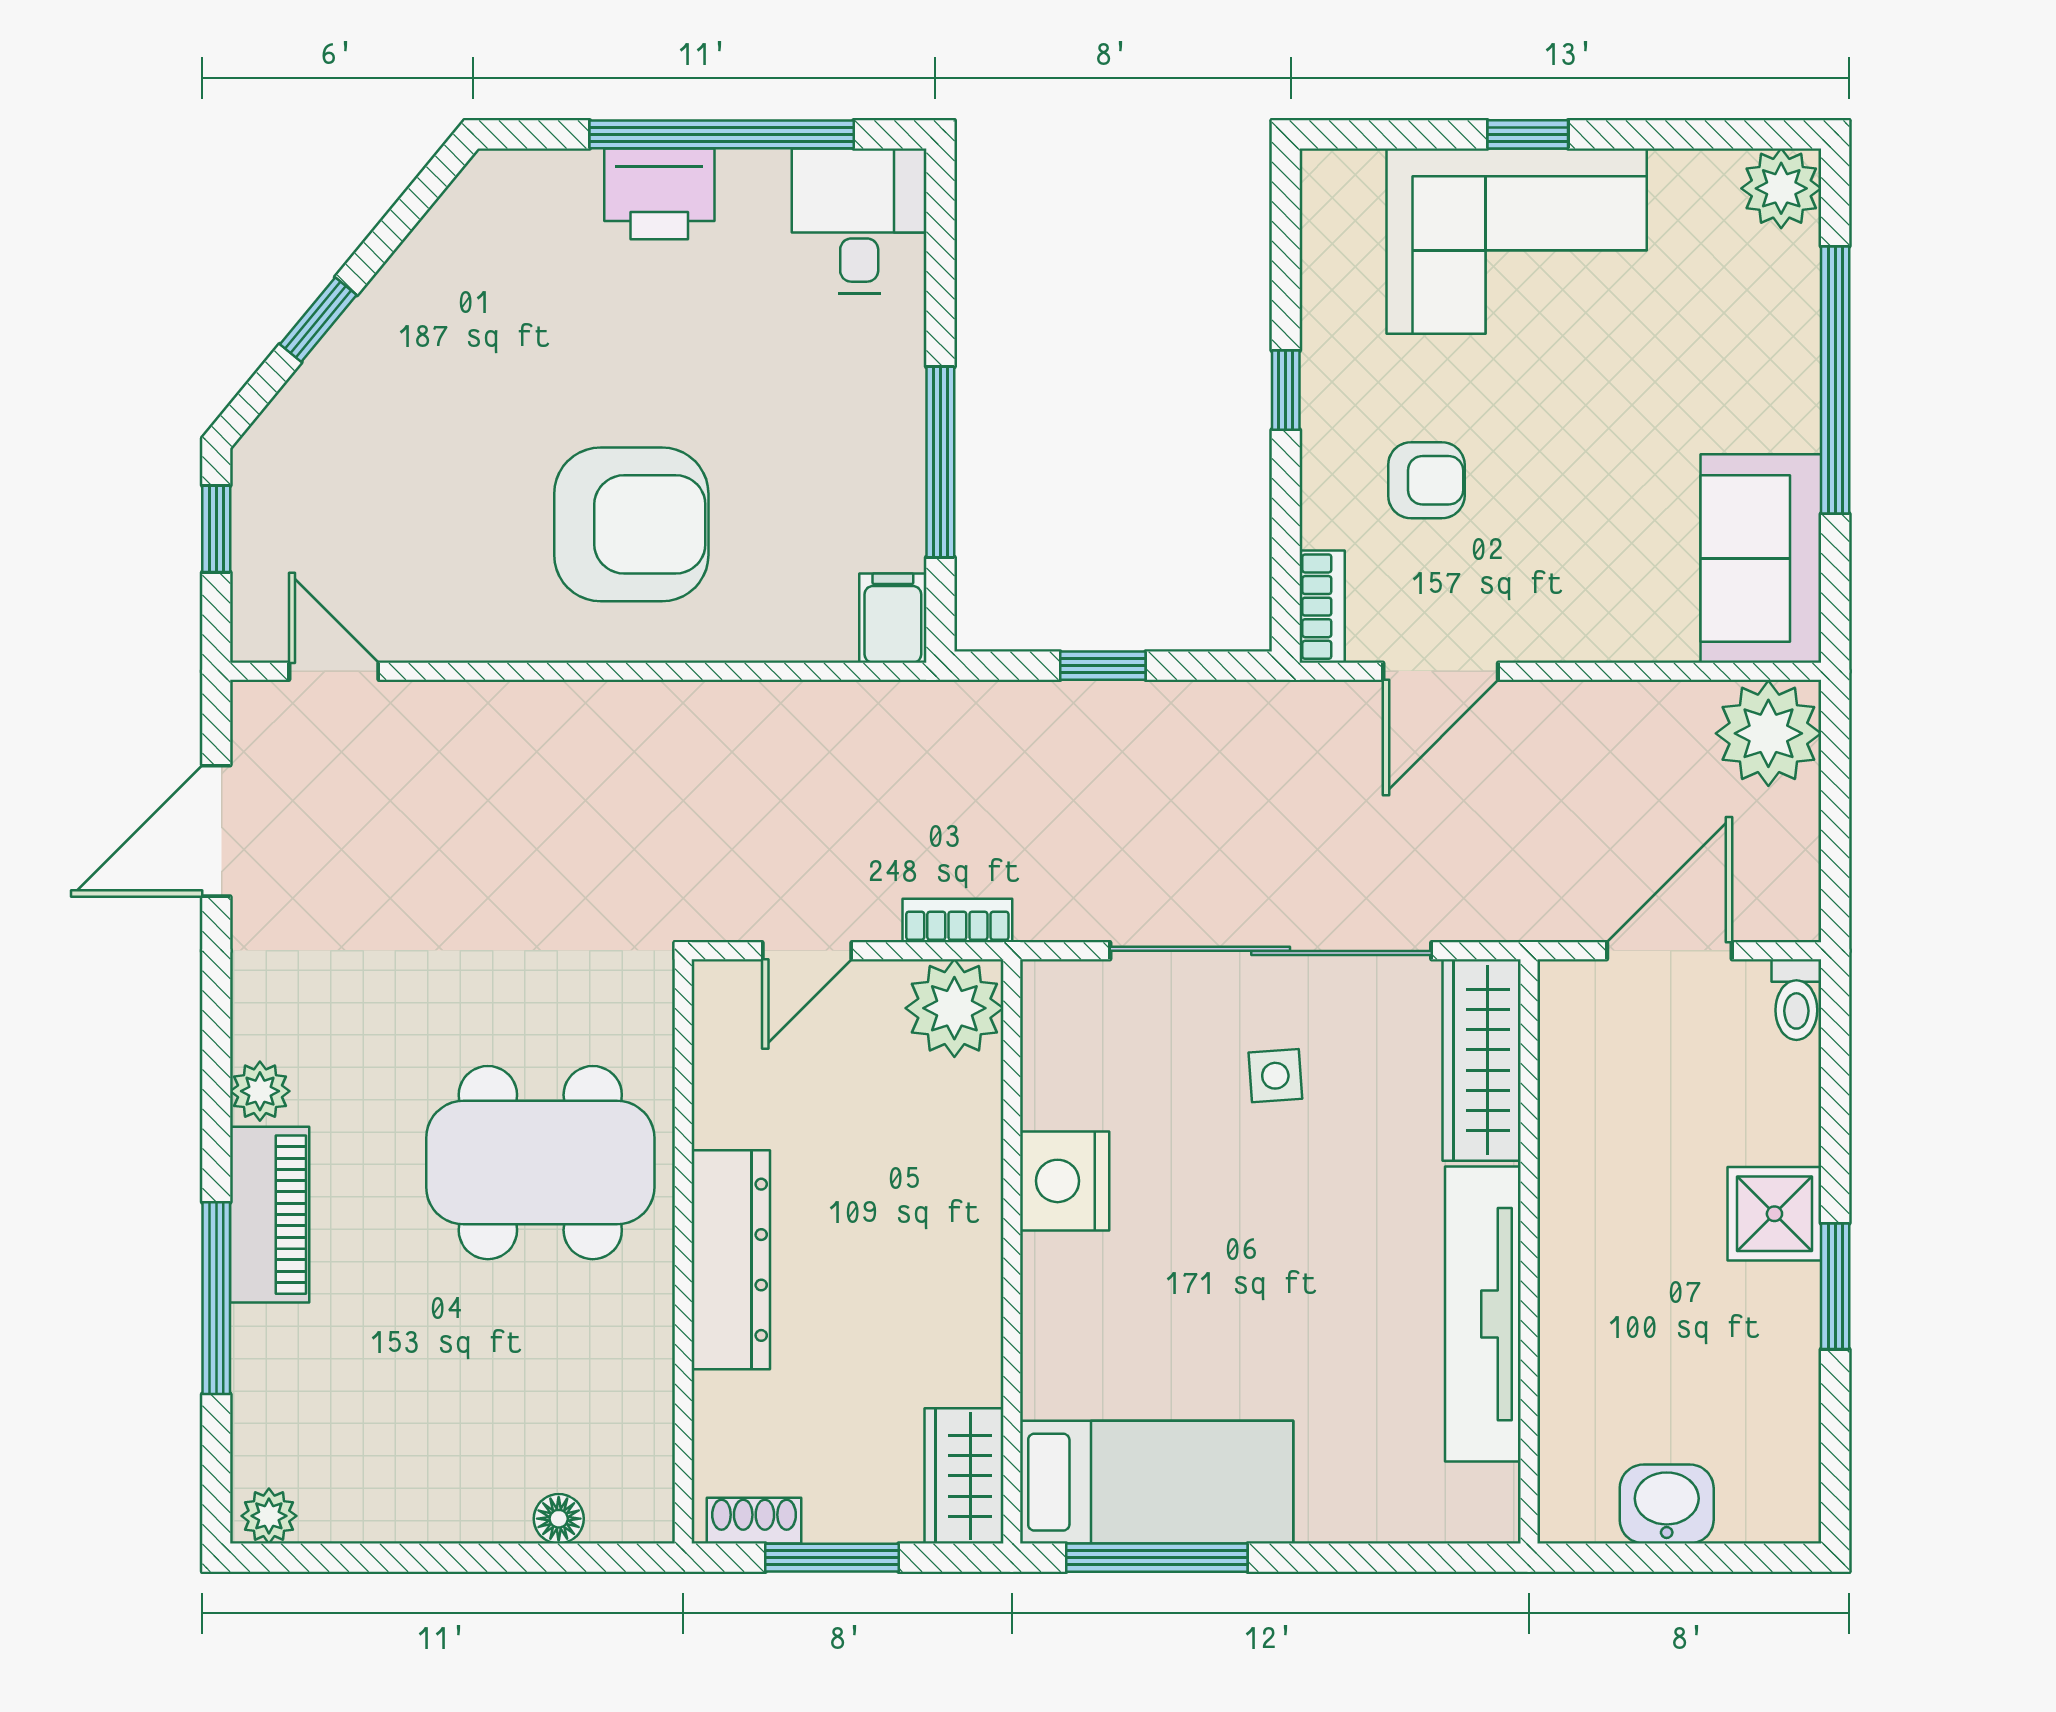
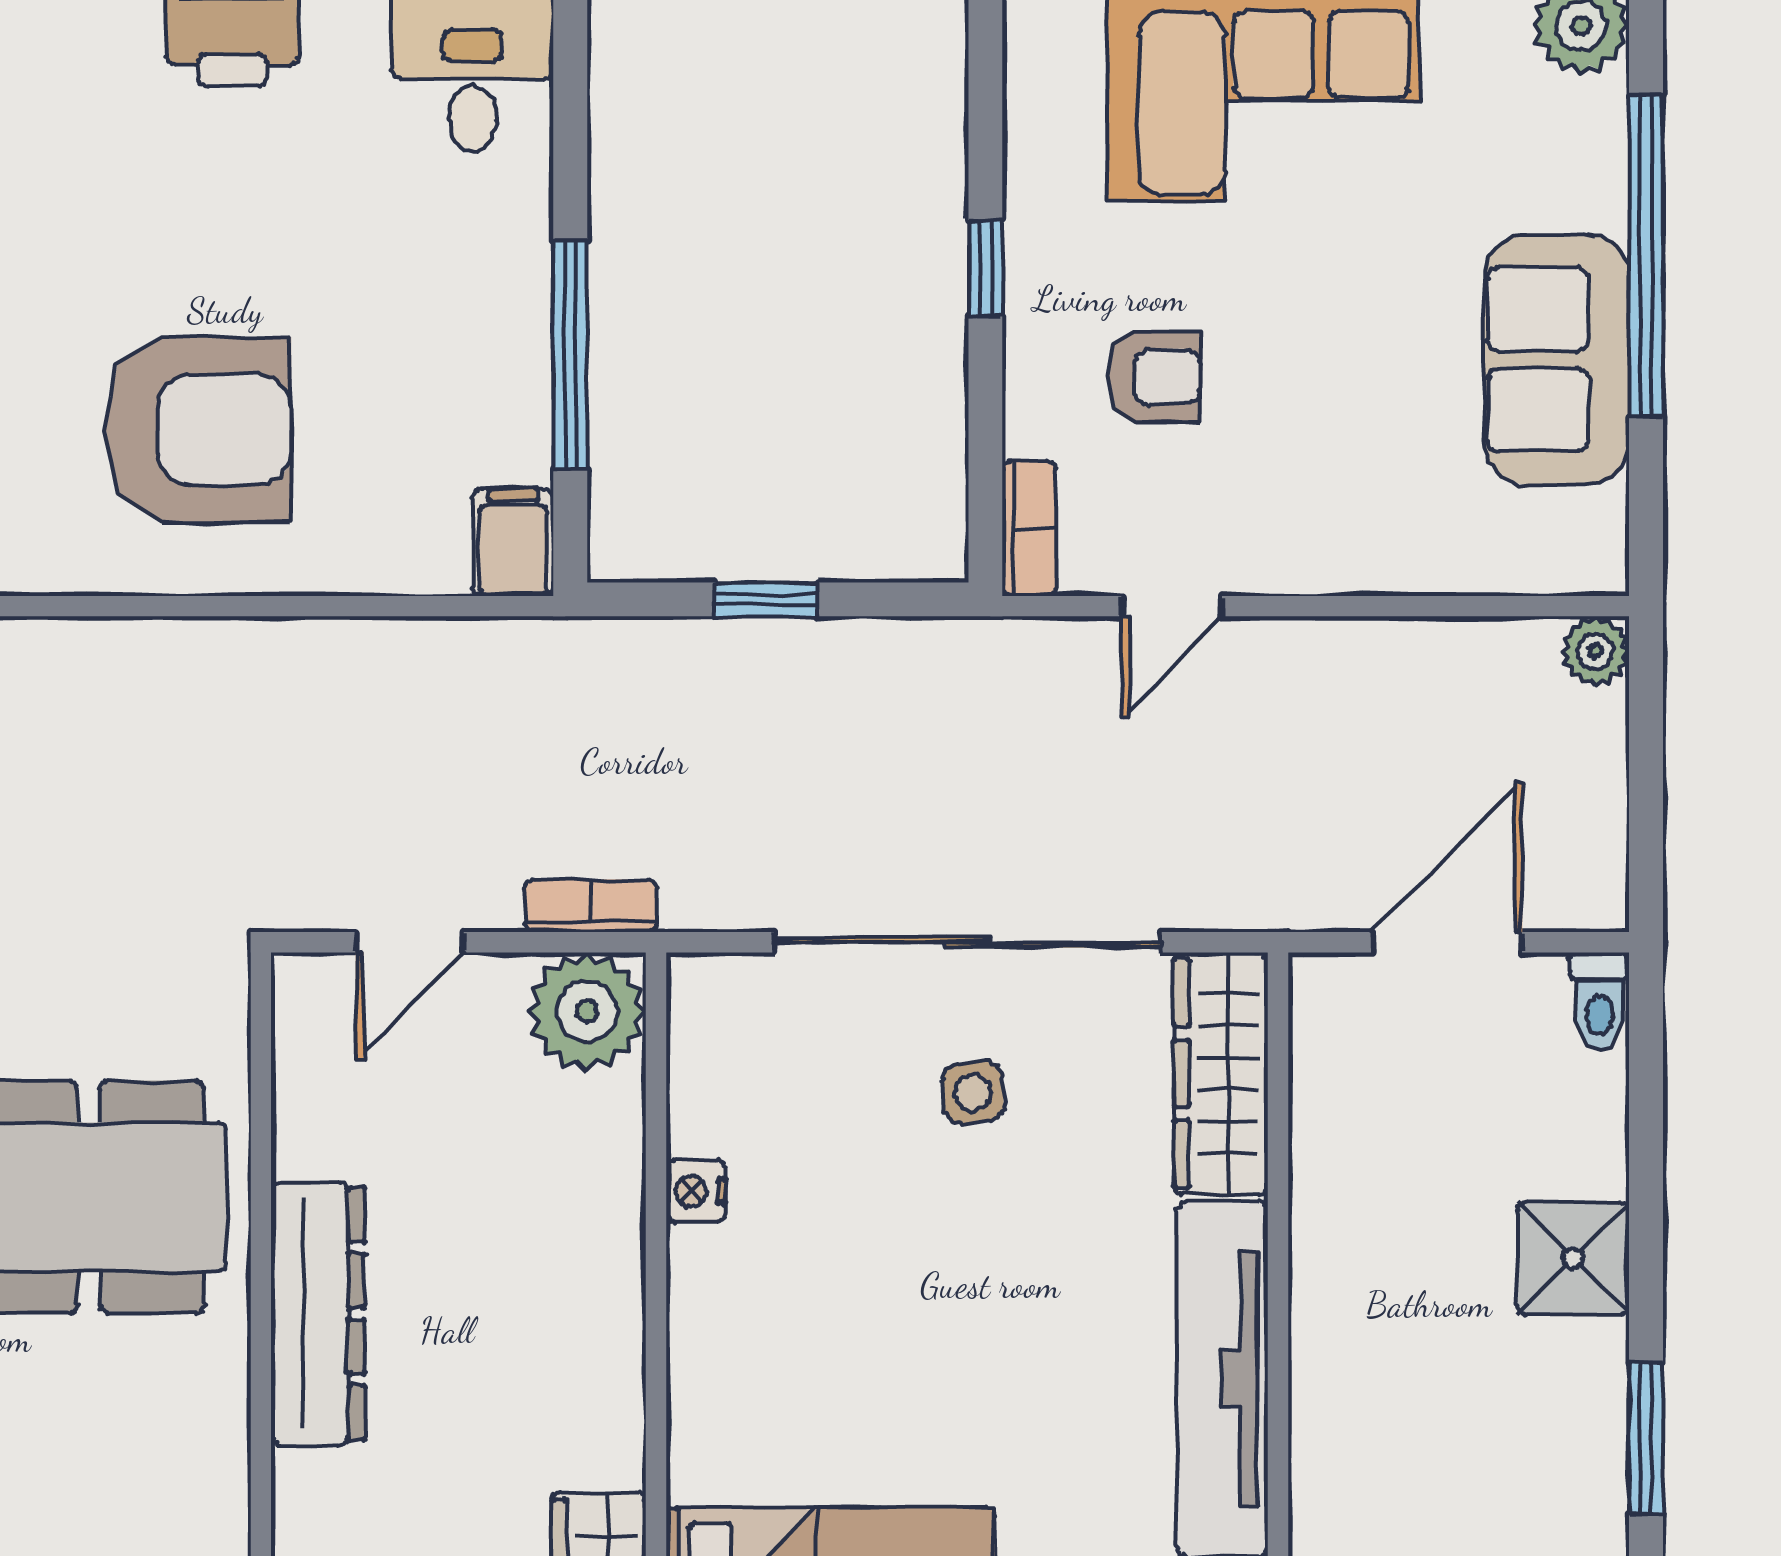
sofa: (1761, 559) -> (1557, 359), moved
door: (1441, 671) -> (1172, 606), width x0.73
plant: (1768, 733) -> (1595, 651), width x0.53, depth x0.53
nightstand: (1065, 1181) -> (696, 1191), width x0.53, depth x0.56
window: (1835, 1286) -> (1646, 1438), moved

